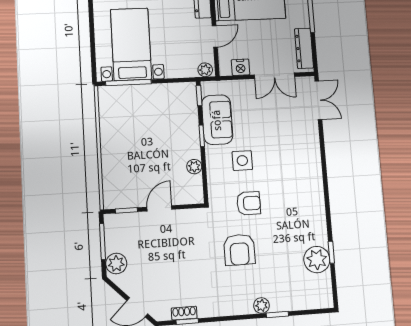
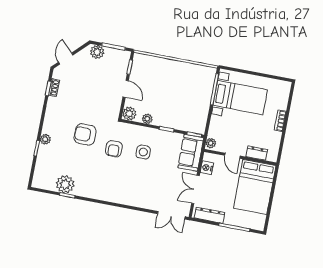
sofa: (217, 120) -> (191, 153), moved, turned 90
plant: (193, 194) -> (129, 114), added

